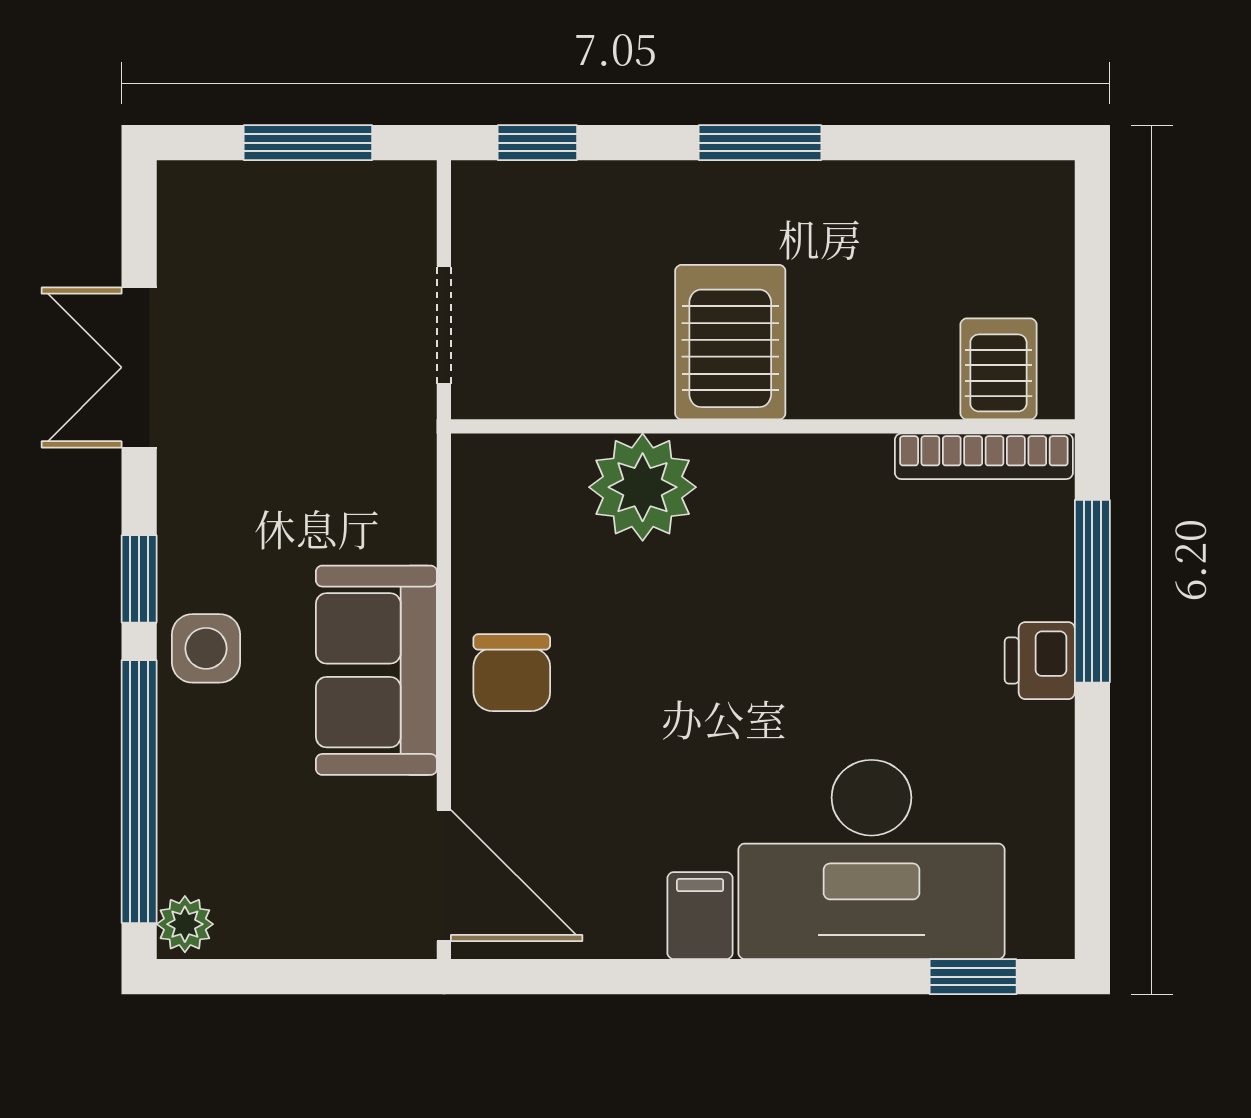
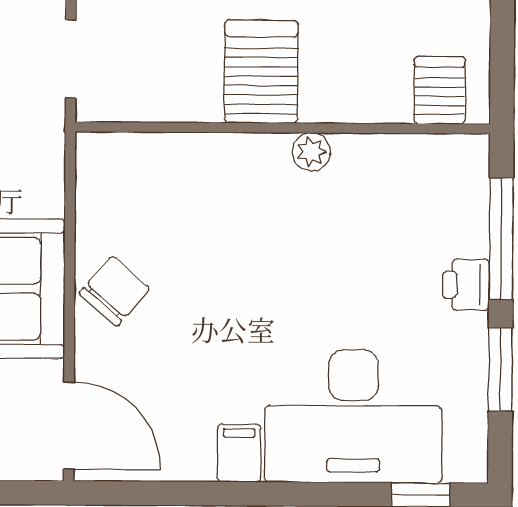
bookcase: (984, 456) -> (429, 148), removed
plant: (643, 487) -> (311, 152), moved, width x0.53, depth x0.53
chair: (512, 673) -> (115, 291), turned -139
window: (1092, 788) -> (500, 369), added

